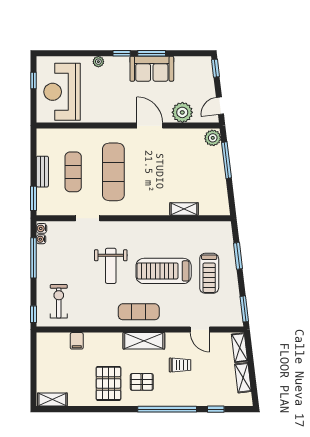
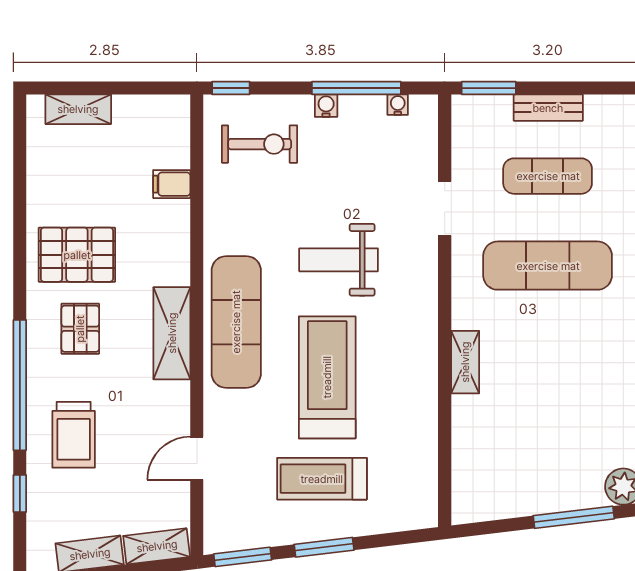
shelving: (184, 209) -> (465, 362), moved
water cooler: (42, 228) -> (326, 106), moved
window: (238, 256) -> (324, 547), moved
exercise mat: (139, 312) -> (236, 322), width x1.36, depth x1.45
trolley: (180, 365) -> (74, 435), moved, width x1.36, depth x1.39
shelving: (52, 400) -> (78, 109), moved, turned 90

